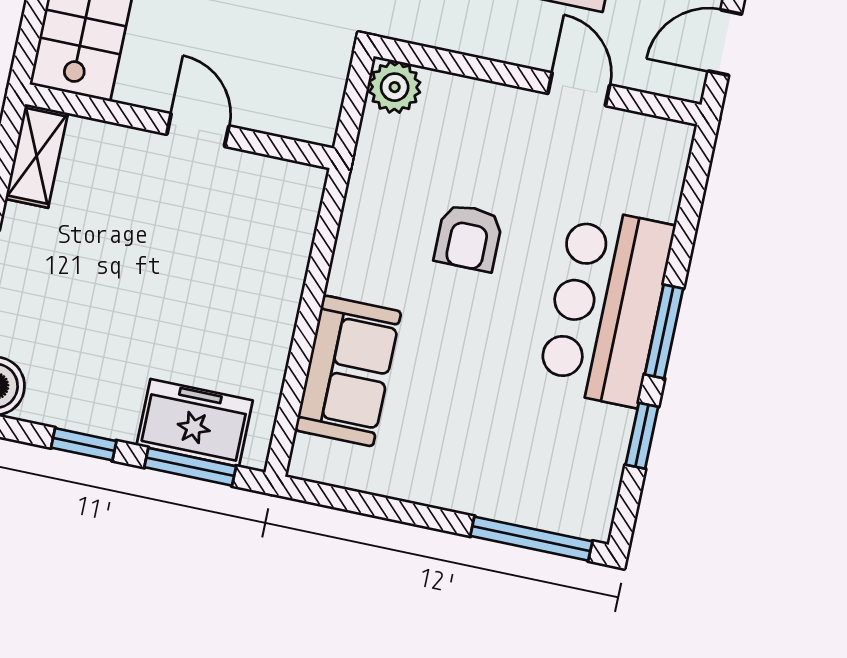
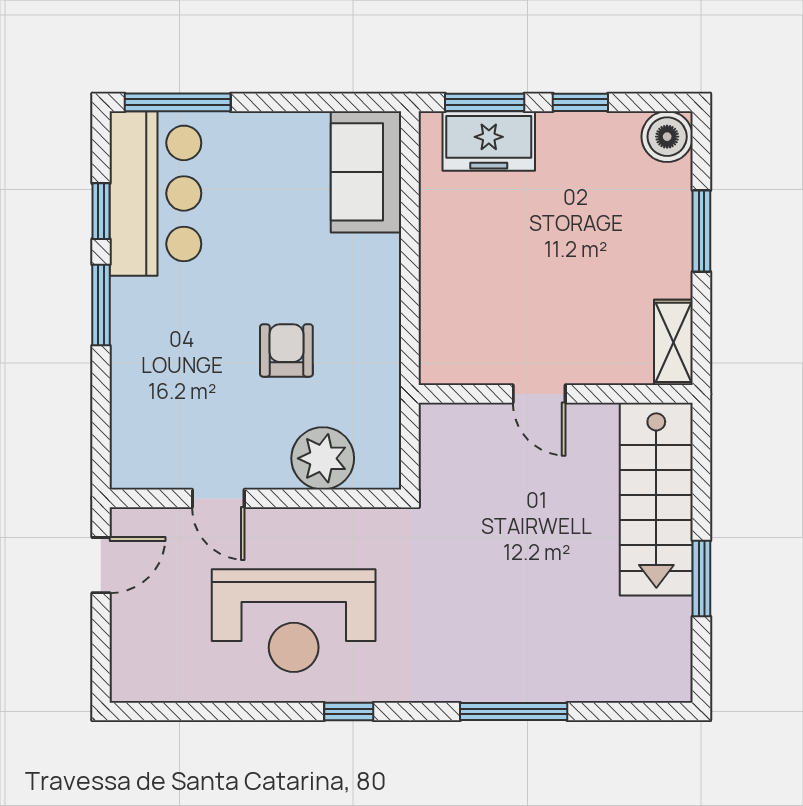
plant: (395, 87) -> (323, 458), moved, width x1.36, depth x1.36
bar counter: (606, 306) -> (155, 193), moved
sofa: (348, 371) -> (366, 172), moved

